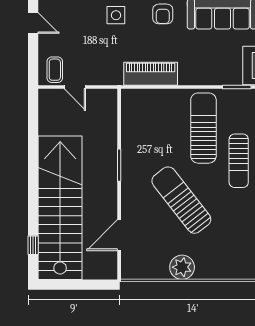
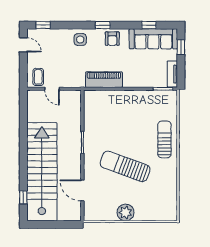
sun lounger: (203, 128) -> (140, 117), removed
sun lounger: (239, 161) -> (164, 139), turned 180
sun lounger: (181, 200) -> (125, 166), turned -32
door: (119, 235) -> (82, 190), hinge flipped

